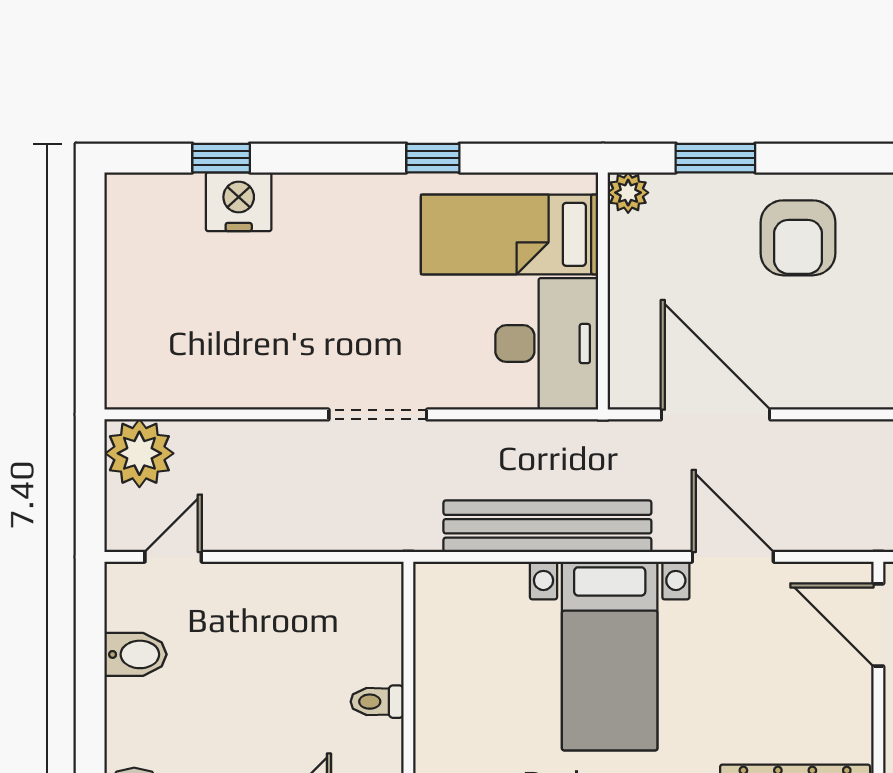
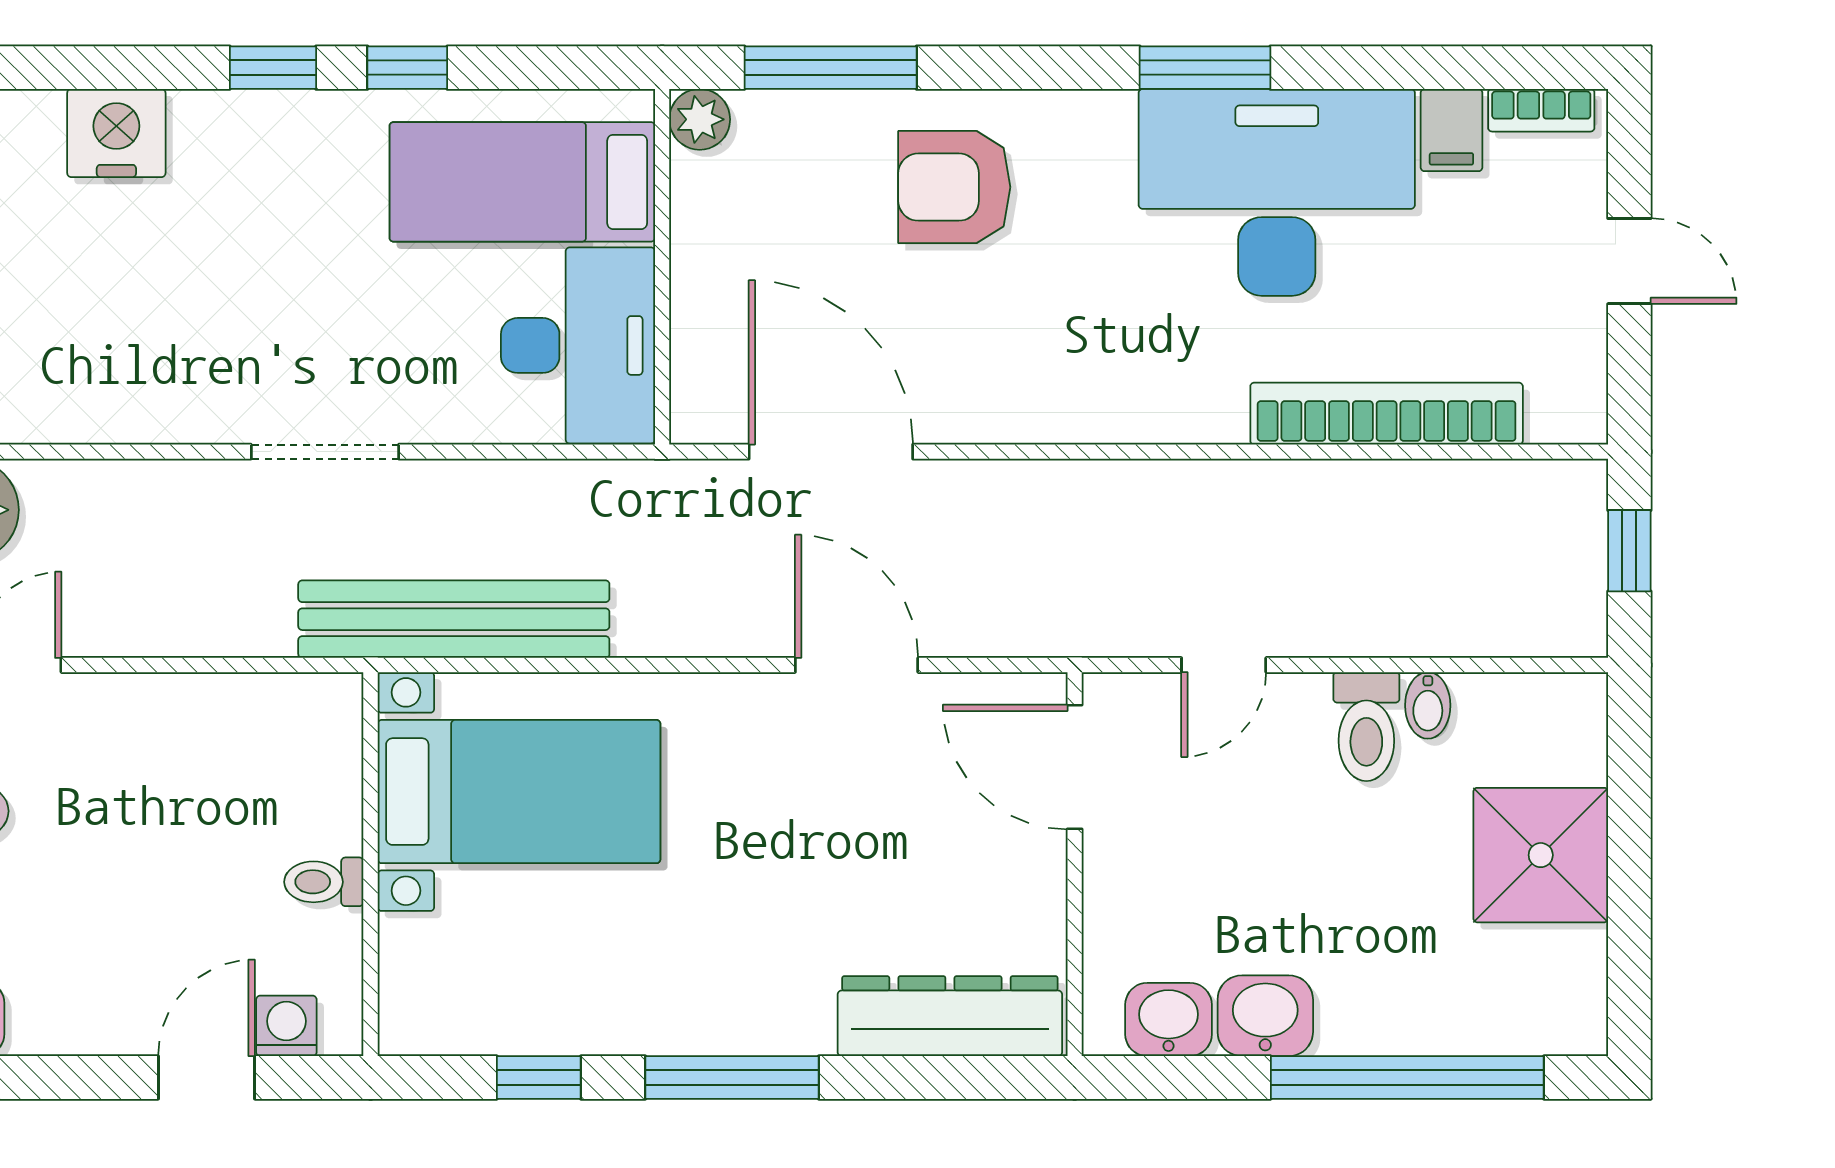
window: (221, 158) -> (273, 68), moved
window: (715, 158) -> (831, 68), width x1.44
armchair: (798, 238) -> (954, 187), turned 90
bench: (547, 526) -> (454, 619), moved
bed with nightstands: (610, 656) -> (519, 792), moved, turned -90

